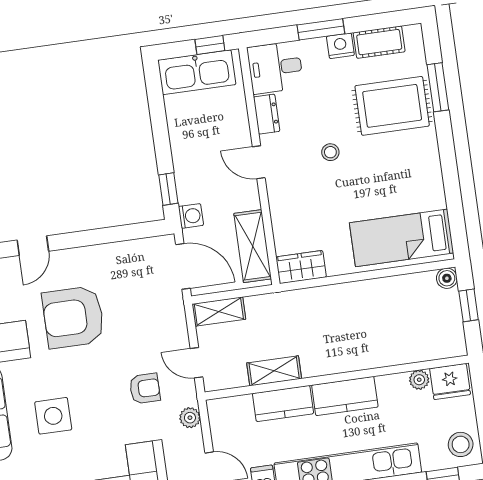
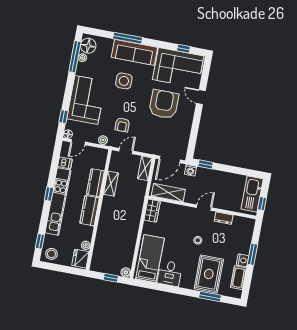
desk: (275, 68) -> (170, 273), moved, turned 180

